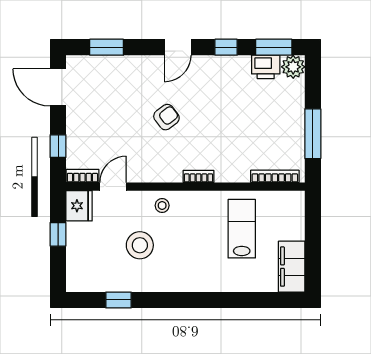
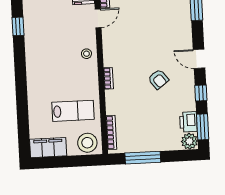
armchair: (166, 117) -> (158, 79), moved
door: (113, 187) -> (98, 18), hinge flipped
stool: (140, 245) -> (87, 143), moved

